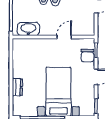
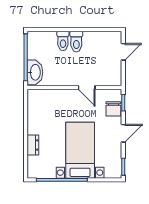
washbasin: (28, 29) -> (35, 72), moved, turned 90
door: (64, 37) -> (87, 88), swing flipped

